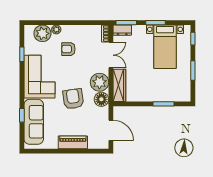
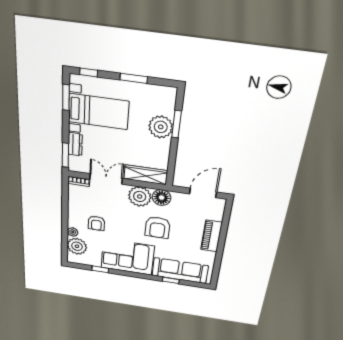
window: (155, 23) -> (66, 97), moved
dresser: (122, 30) -> (75, 144), moved
plant: (160, 93) -> (161, 127), added
armchair: (73, 99) -> (158, 228), turned -82

